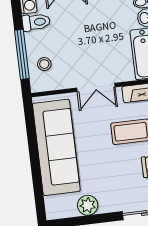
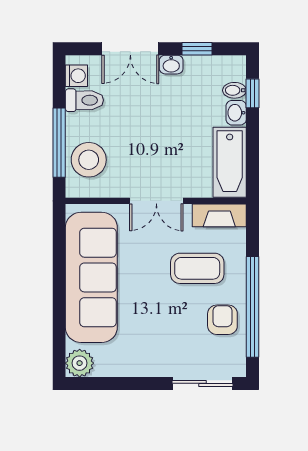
stool: (44, 64) -> (89, 160), width x1.89, depth x1.89
plant: (88, 205) -> (80, 363), moved

